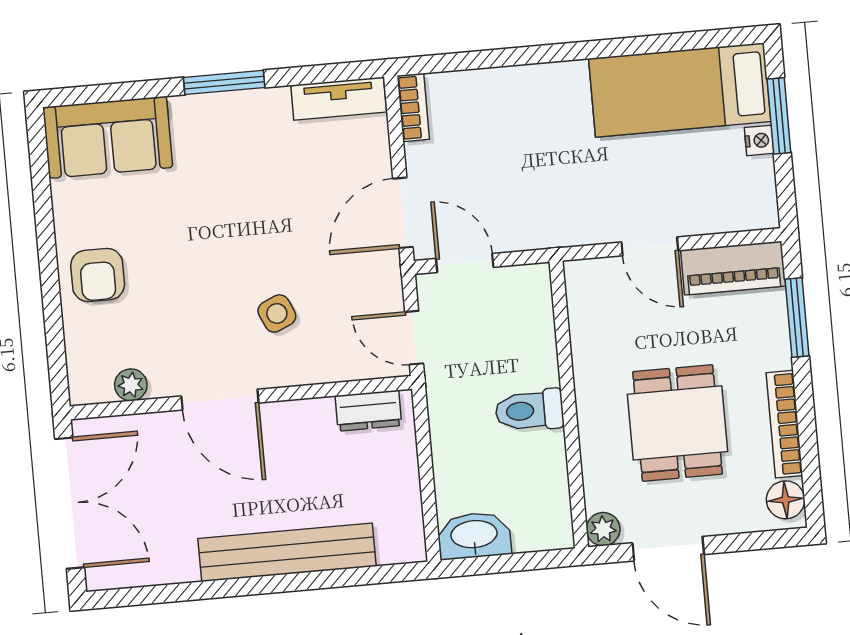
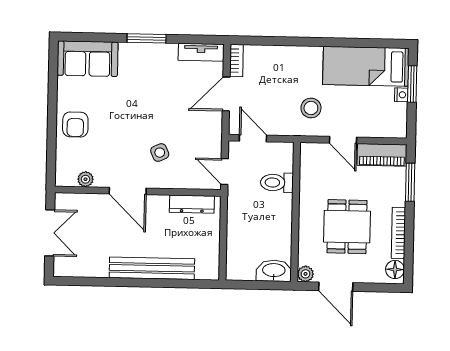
stool: (577, 188) -> (311, 108), added
door: (403, 213) -> (226, 94), moved
toilet: (529, 410) -> (277, 183), moved
dresser: (368, 411) -> (192, 204), width x1.44
double door: (70, 503) -> (50, 233), width x0.73
washbasin: (474, 535) -> (274, 271), moved

